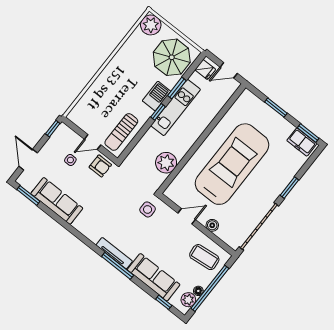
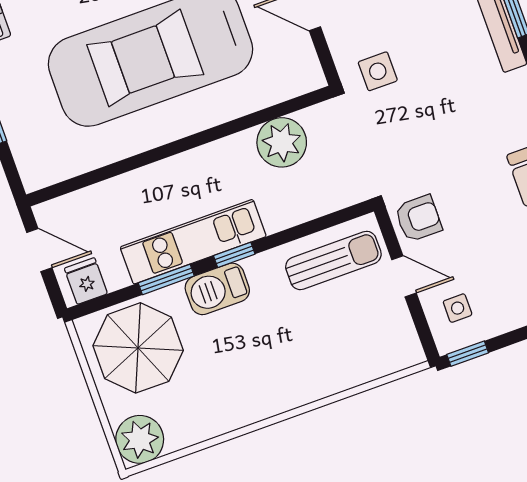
side table: (70, 160) -> (458, 308), moved
armchair: (100, 166) -> (418, 218), turned 90

